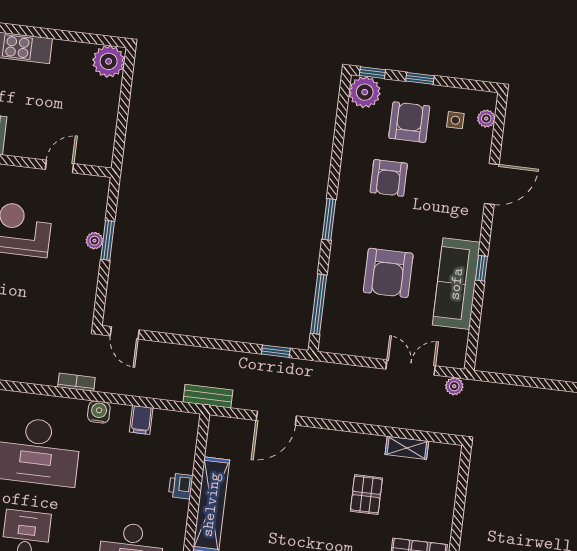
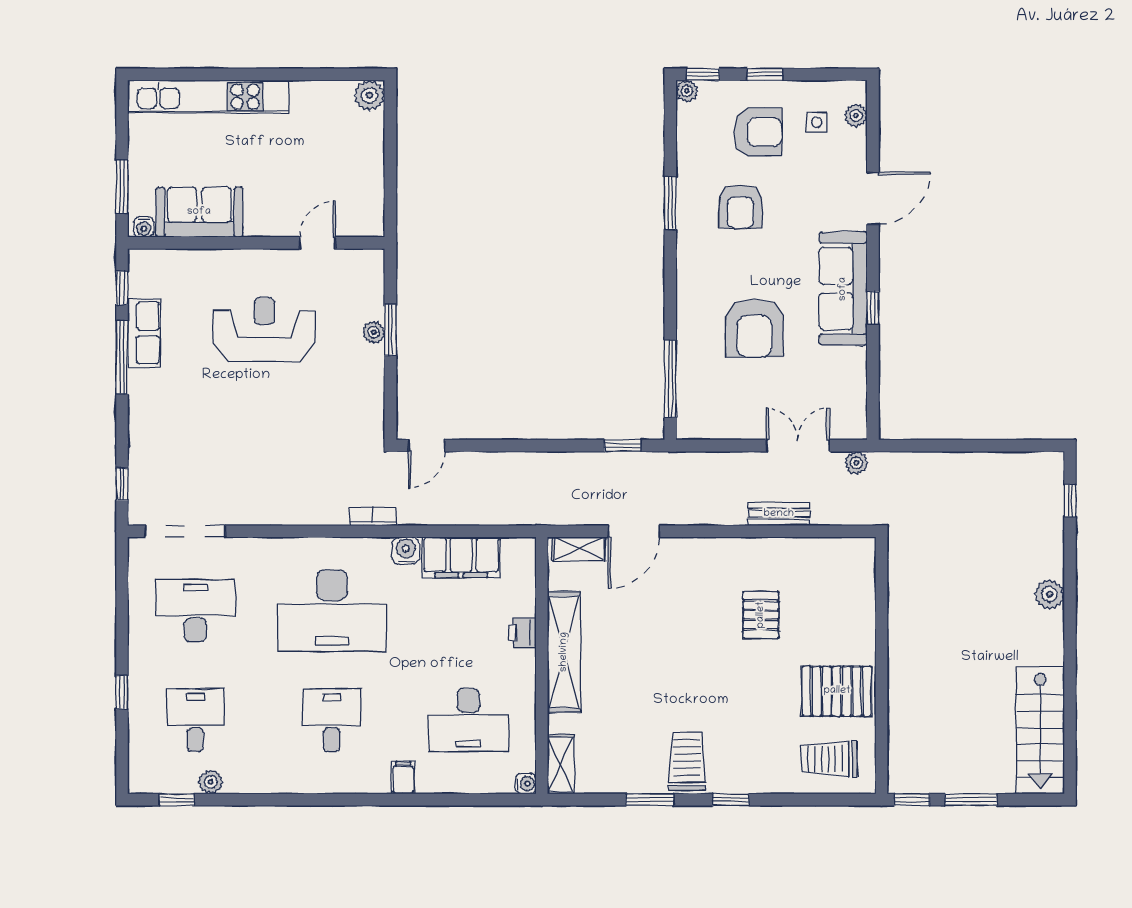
plant: (109, 61) -> (370, 95), width x0.73, depth x0.73
plant: (365, 92) -> (687, 91), width x0.53, depth x0.53
armchair: (409, 122) -> (758, 132), turned 90
window: (329, 219) -> (670, 203), moved
sofa: (456, 284) -> (843, 289), moved
door: (125, 333) -> (427, 446), hinge flipped
bench: (208, 396) -> (779, 514), moved
filing cabinet: (141, 420) -> (461, 557), width x3.00, depth x1.17
shelving: (407, 448) -> (579, 549), moved

